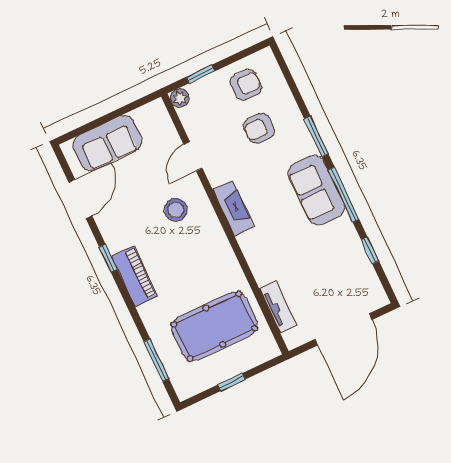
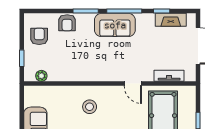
plant: (180, 98) -> (41, 76), moved
armchair: (259, 128) -> (67, 23), moved
door: (193, 156) -> (133, 84), moved
fireplace: (233, 208) -> (171, 20), moved, turned 180

